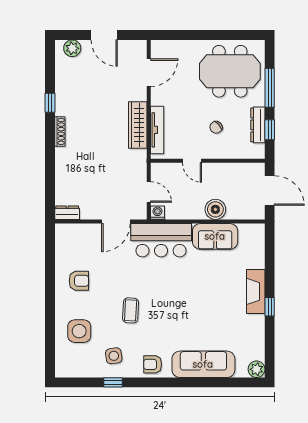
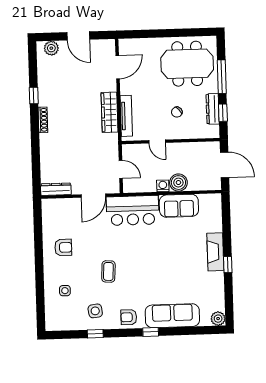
dresser: (67, 213) -> (56, 189), width x1.44
washing machine: (157, 213) -> (163, 186), moved
side table: (79, 331) -> (65, 291), width x0.54, depth x0.54
window: (178, 382) -> (151, 332), added

